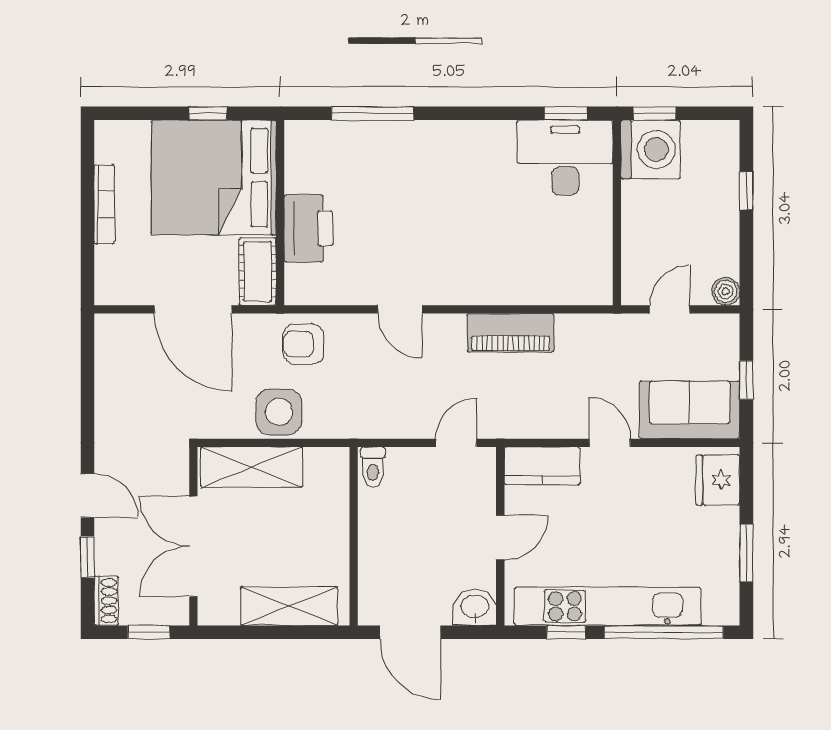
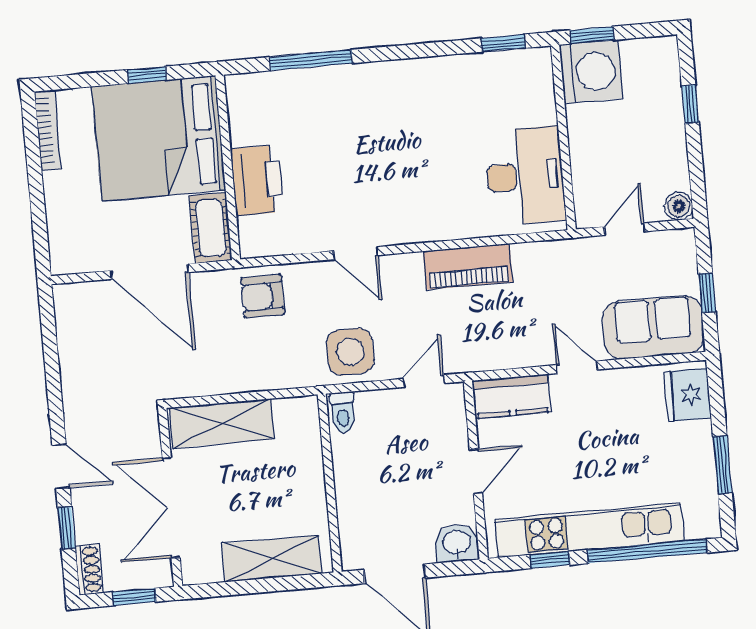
desk: (565, 158) -> (525, 176), moved, turned 90
bookcase: (104, 204) -> (48, 130), moved
side table: (279, 412) -> (350, 352), moved

